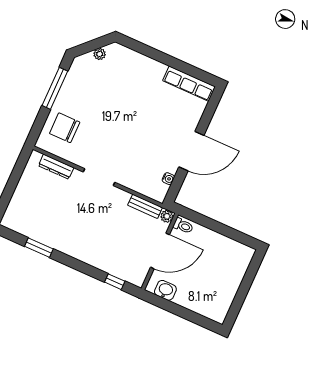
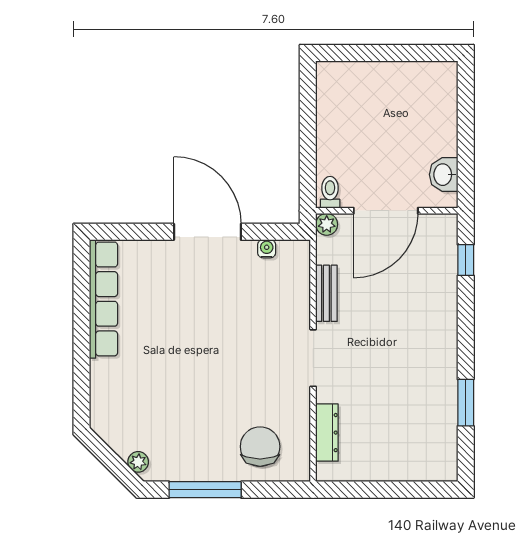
plant: (100, 54) -> (138, 462), moved
row of seats: (189, 84) -> (104, 299), width x1.36
chair: (65, 128) -> (260, 447), turned 180
bench: (145, 206) -> (326, 293), moved
door: (160, 251) -> (386, 211), swing flipped

